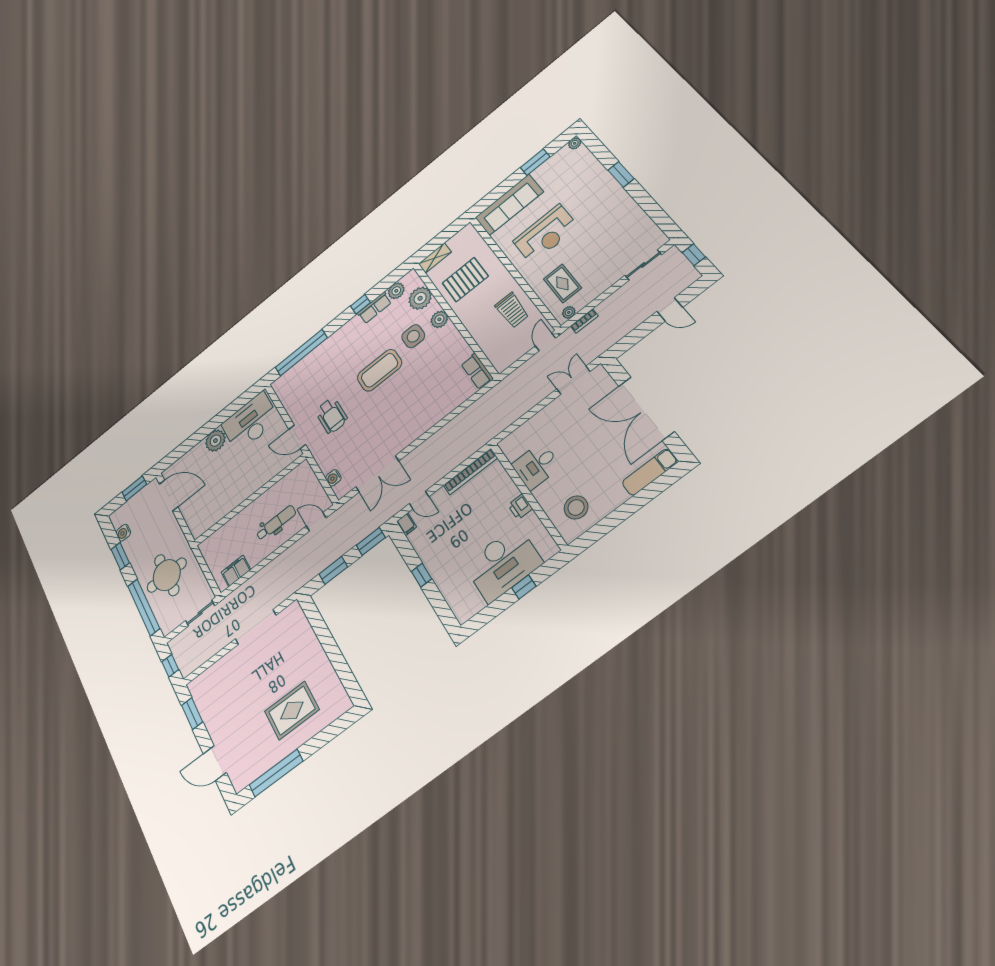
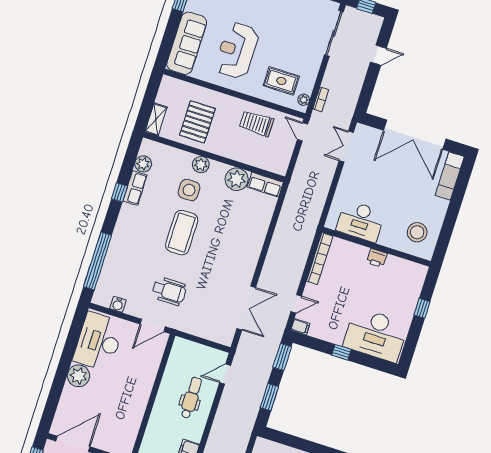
reception desk: (546, 234) -> (237, 50), turned 180
sliding door: (643, 265) -> (334, 33), width x1.37
plant: (420, 298) -> (237, 179), moved
trolley: (512, 310) -> (256, 123), turned 180
desk: (536, 466) -> (360, 221), width x1.37
water cooler: (333, 478) -> (118, 304), moved
desk: (503, 564) -> (376, 335), moved, turned 90

